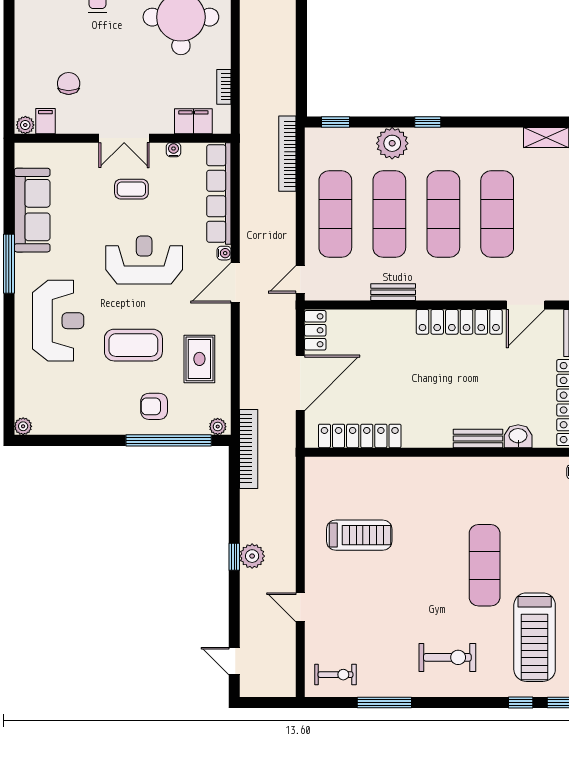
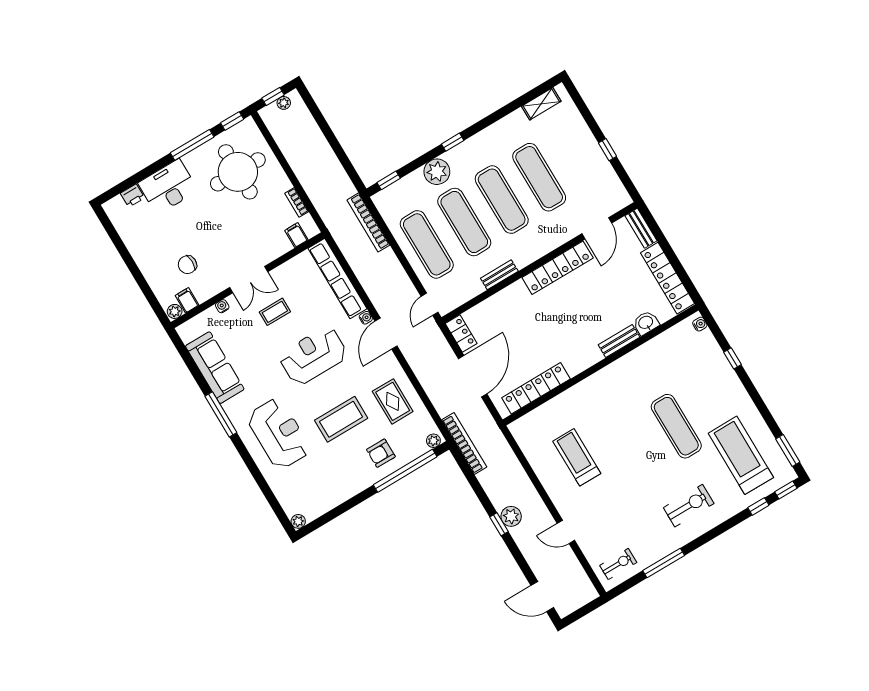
chair: (69, 83) -> (187, 265), turned -90
filing cabinet: (193, 121) -> (296, 235), width x0.50
water cooler: (174, 150) -> (222, 306), moved
treadmill: (359, 535) -> (577, 457), turned -90
treadmill: (535, 637) -> (741, 455), turned 180
door: (234, 661) -> (542, 597), width x1.38

